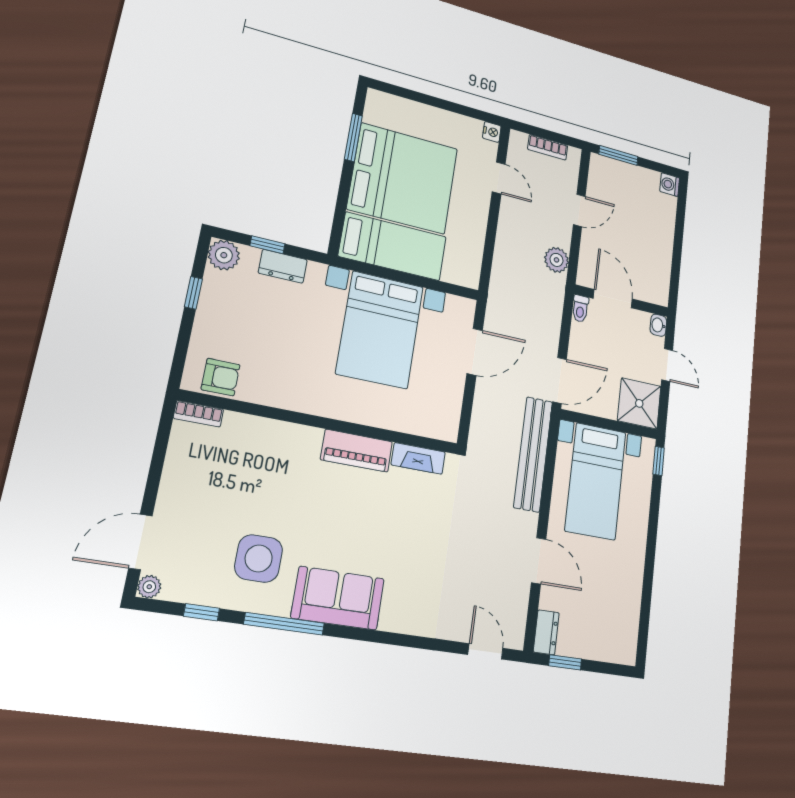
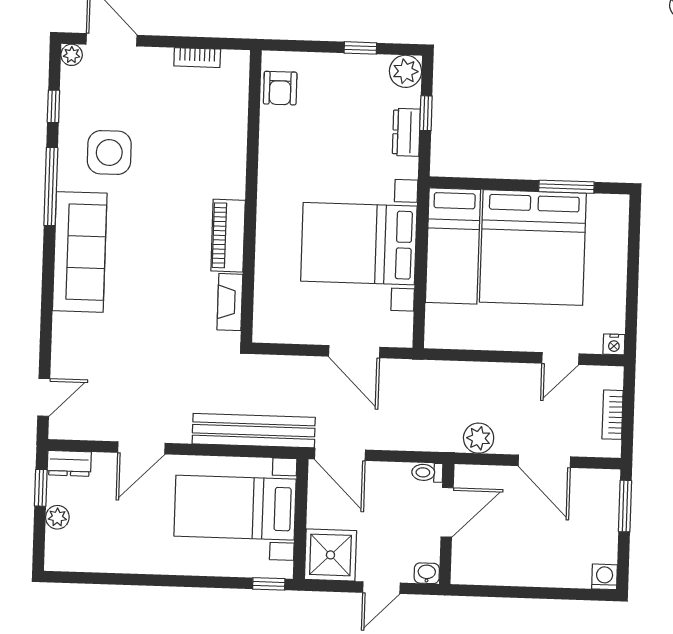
door: (579, 210) -> (544, 461), width x1.38
bookcase: (198, 414) -> (197, 58), moved, turned -90
sofa: (338, 598) -> (80, 252), width x1.36
plant: (592, 649) -> (57, 517), added

